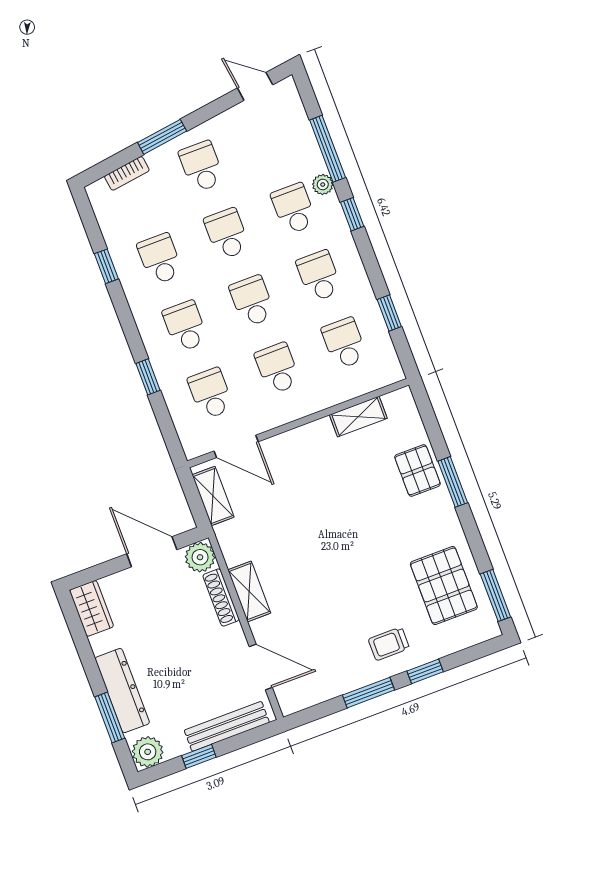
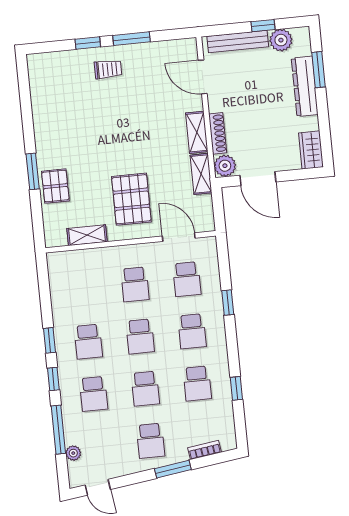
plant: (323, 185) -> (73, 453), moved
window: (389, 313) -> (50, 340), moved
school desk: (344, 343) -> (83, 289), removed
shelving: (213, 496) -> (201, 174), moved
pallet: (444, 586) -> (131, 199), moved
window: (495, 595) -> (24, 83), removed
plant: (148, 752) -> (281, 40), moved

